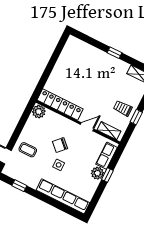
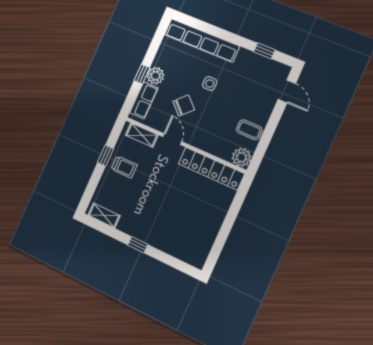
door: (87, 127) -> (172, 139), swing flipped
chair: (60, 145) -> (184, 106), moved
coffee table: (28, 150) -> (249, 130), moved

